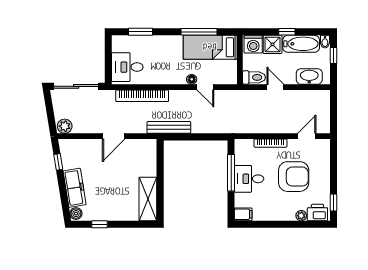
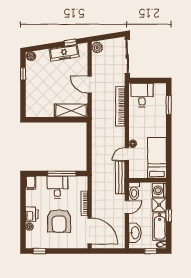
window: (199, 32) -> (169, 149), removed
bench: (169, 127) -> (120, 177), moved
door: (307, 136) -> (90, 231), width x1.88
freezer: (75, 188) -> (64, 53), moved
shelving: (148, 199) -> (71, 111), moved
printer: (317, 213) -> (32, 214), moved

